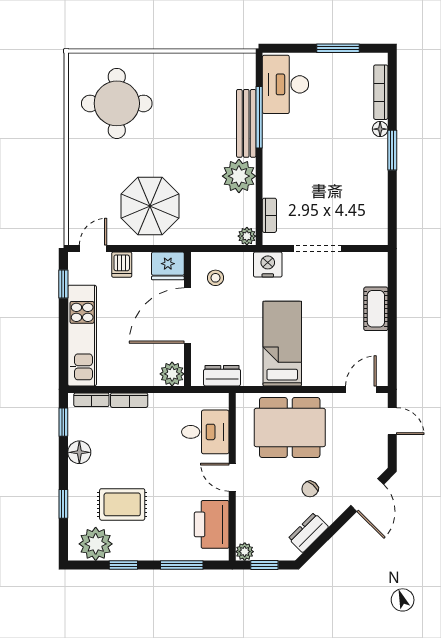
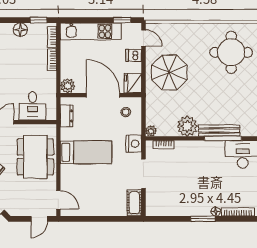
cot: (376, 309) -> (134, 203), moved, turned 90

